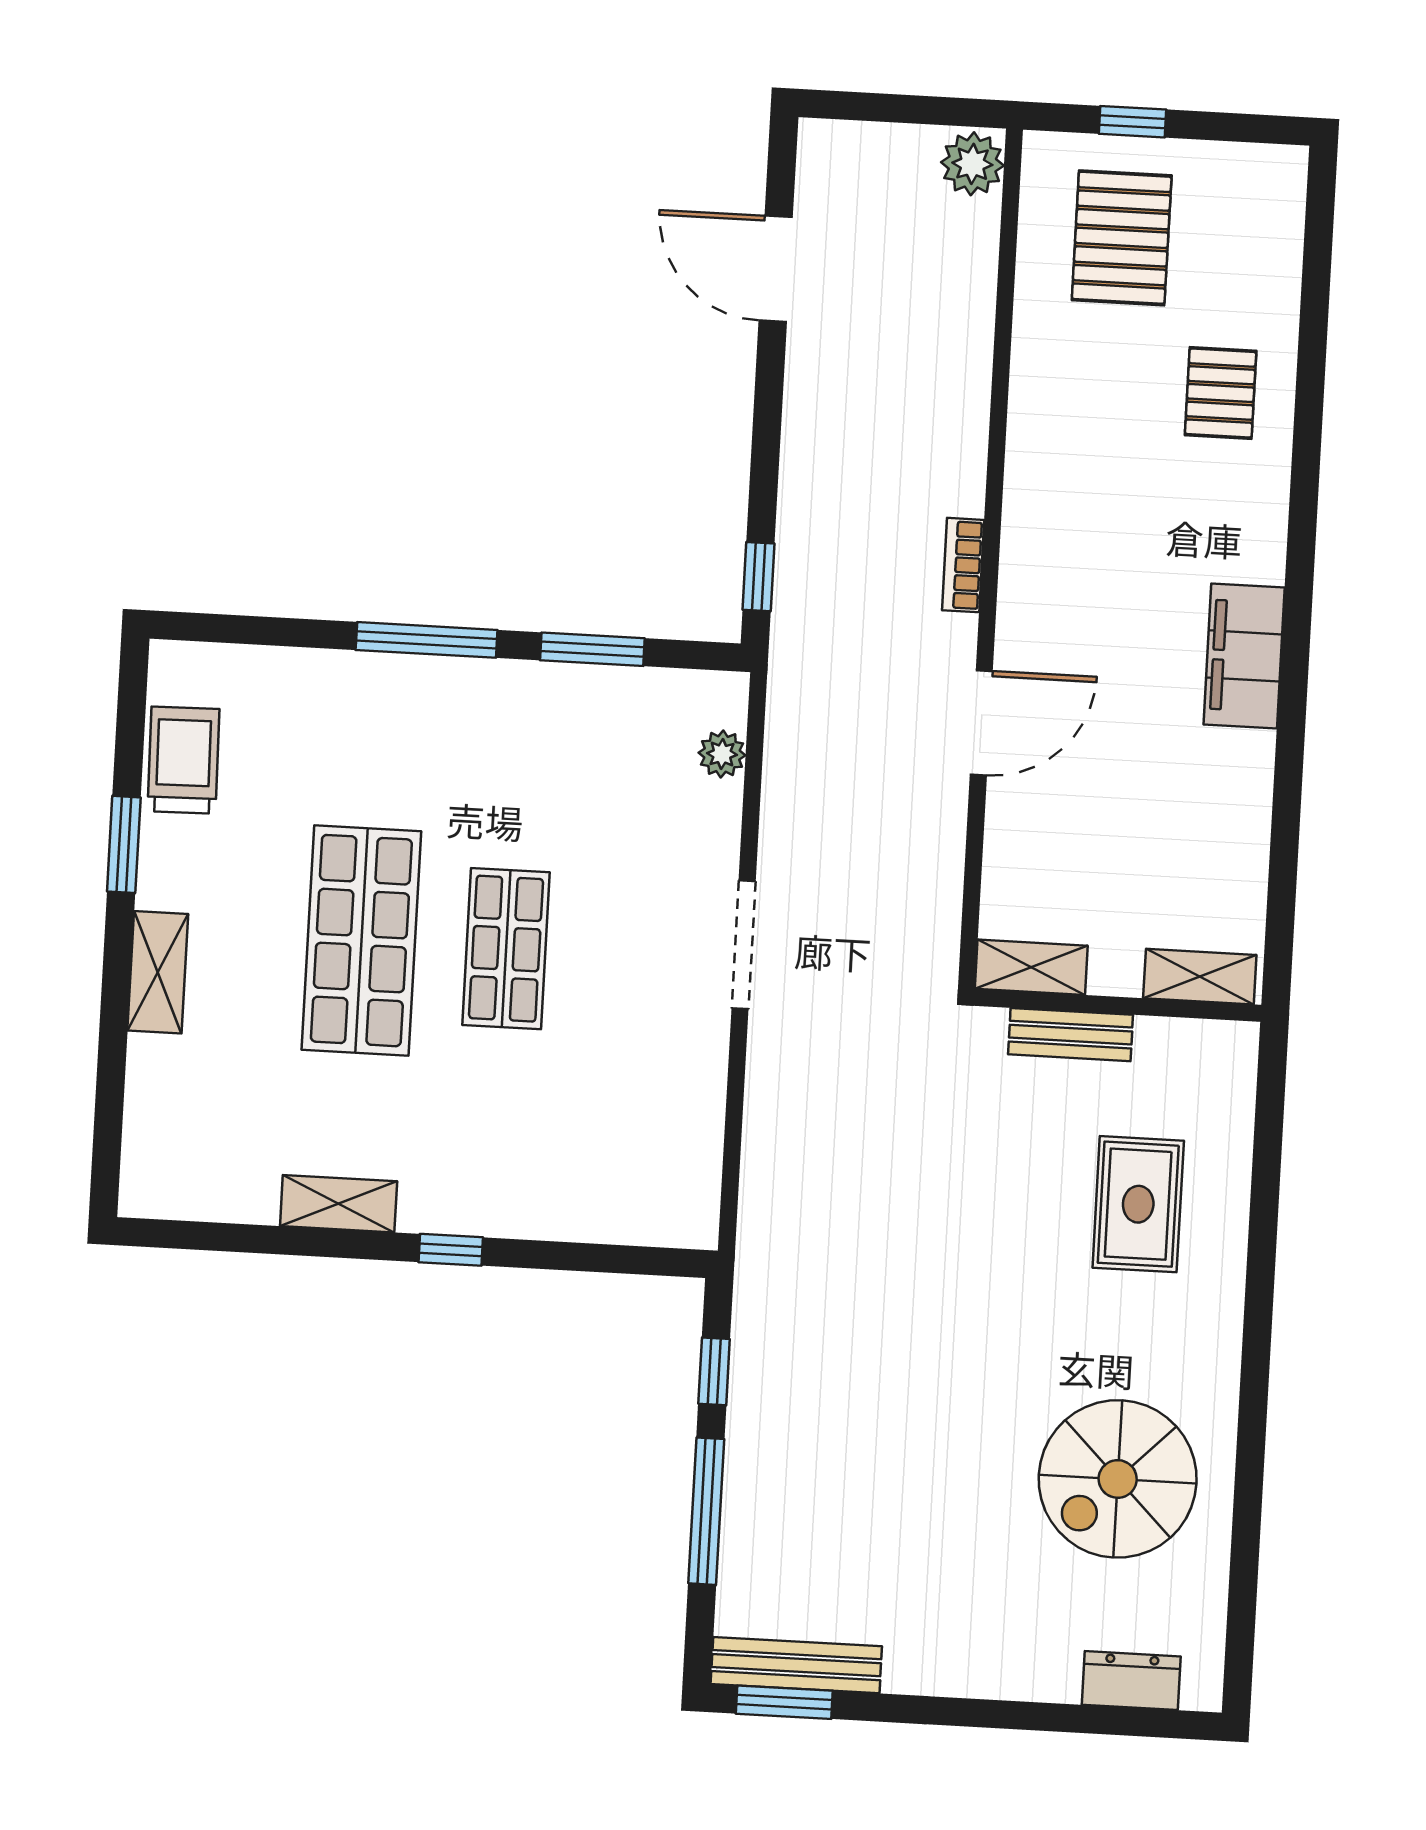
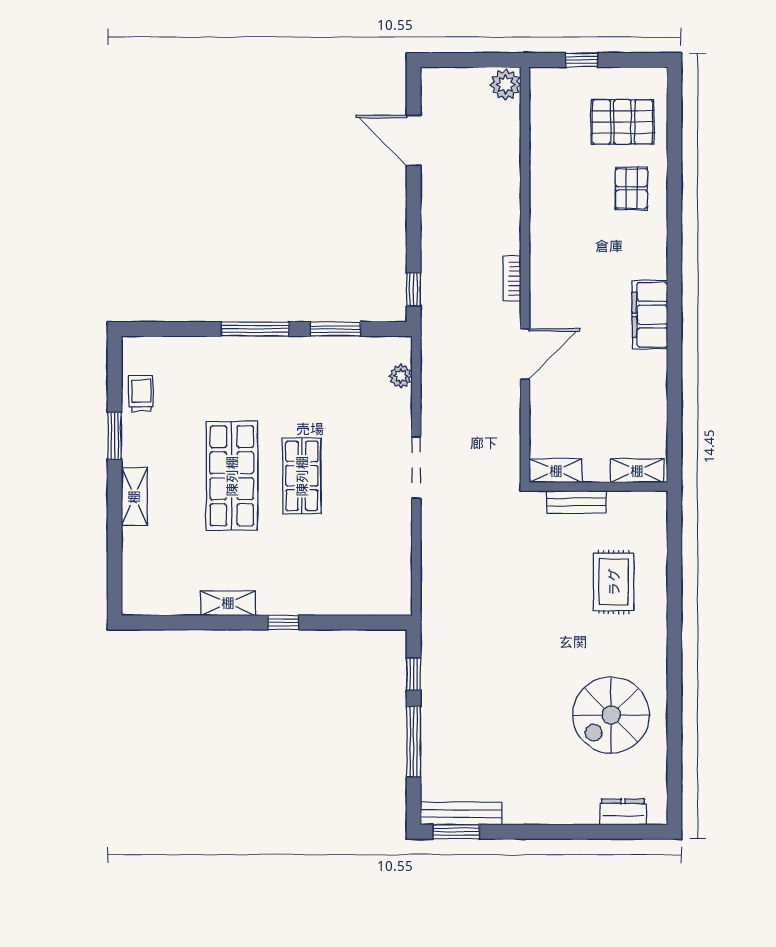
pallet: (1122, 238) -> (623, 122), moved, turned 90
trolley: (183, 760) -> (141, 394), width x0.73, depth x0.72

